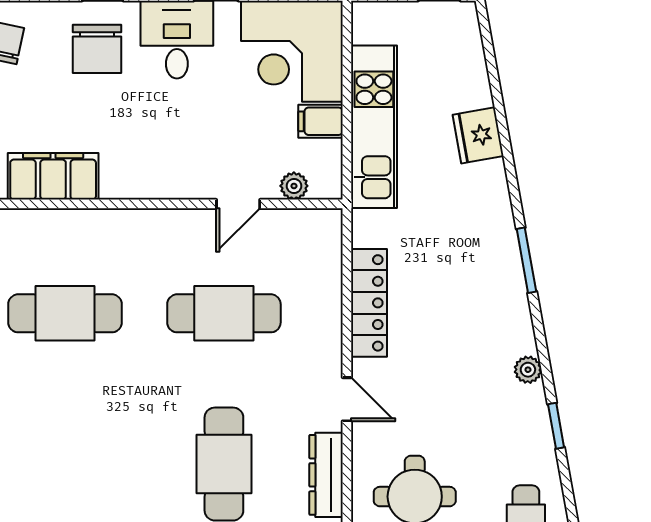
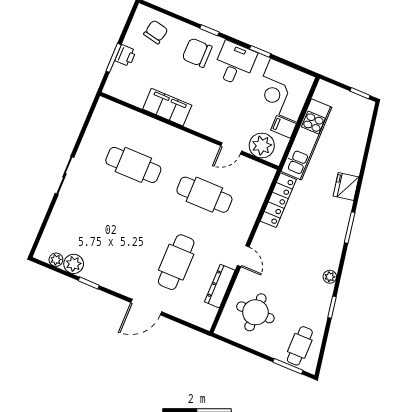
chair: (97, 49) -> (197, 53), turned 90
fridge: (478, 135) -> (346, 186), moved
filing cabinet: (53, 176) -> (167, 107), moved
plant: (294, 186) -> (262, 145), width x1.87, depth x1.87
locker: (369, 303) -> (278, 200), moved

